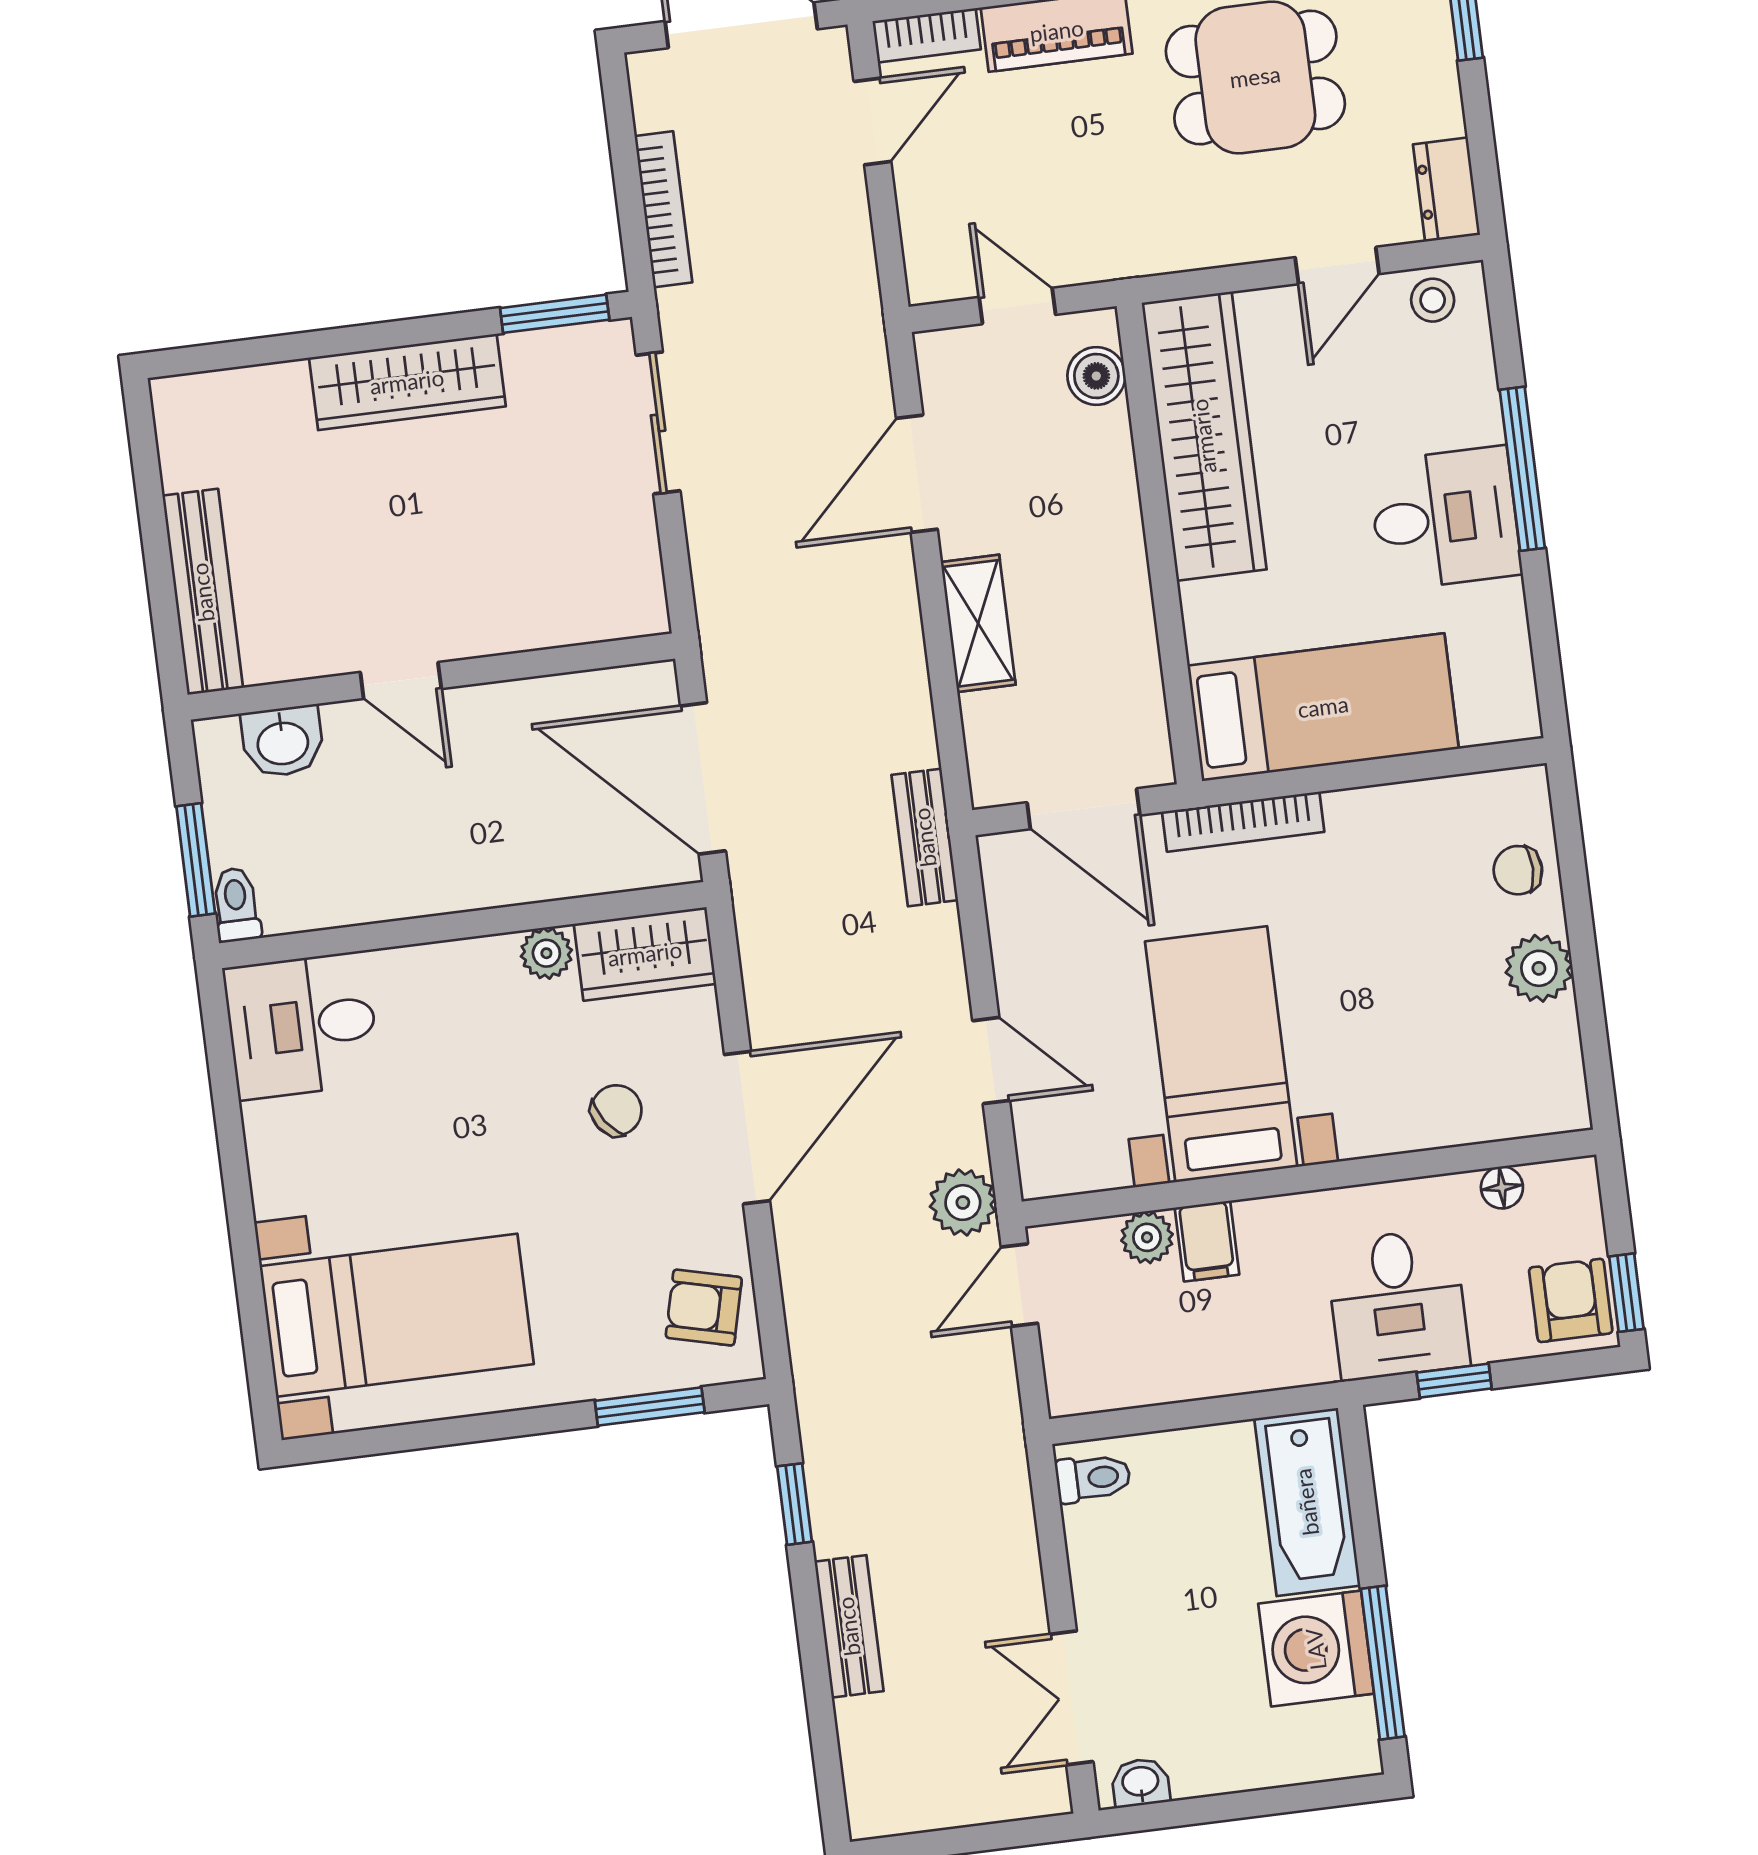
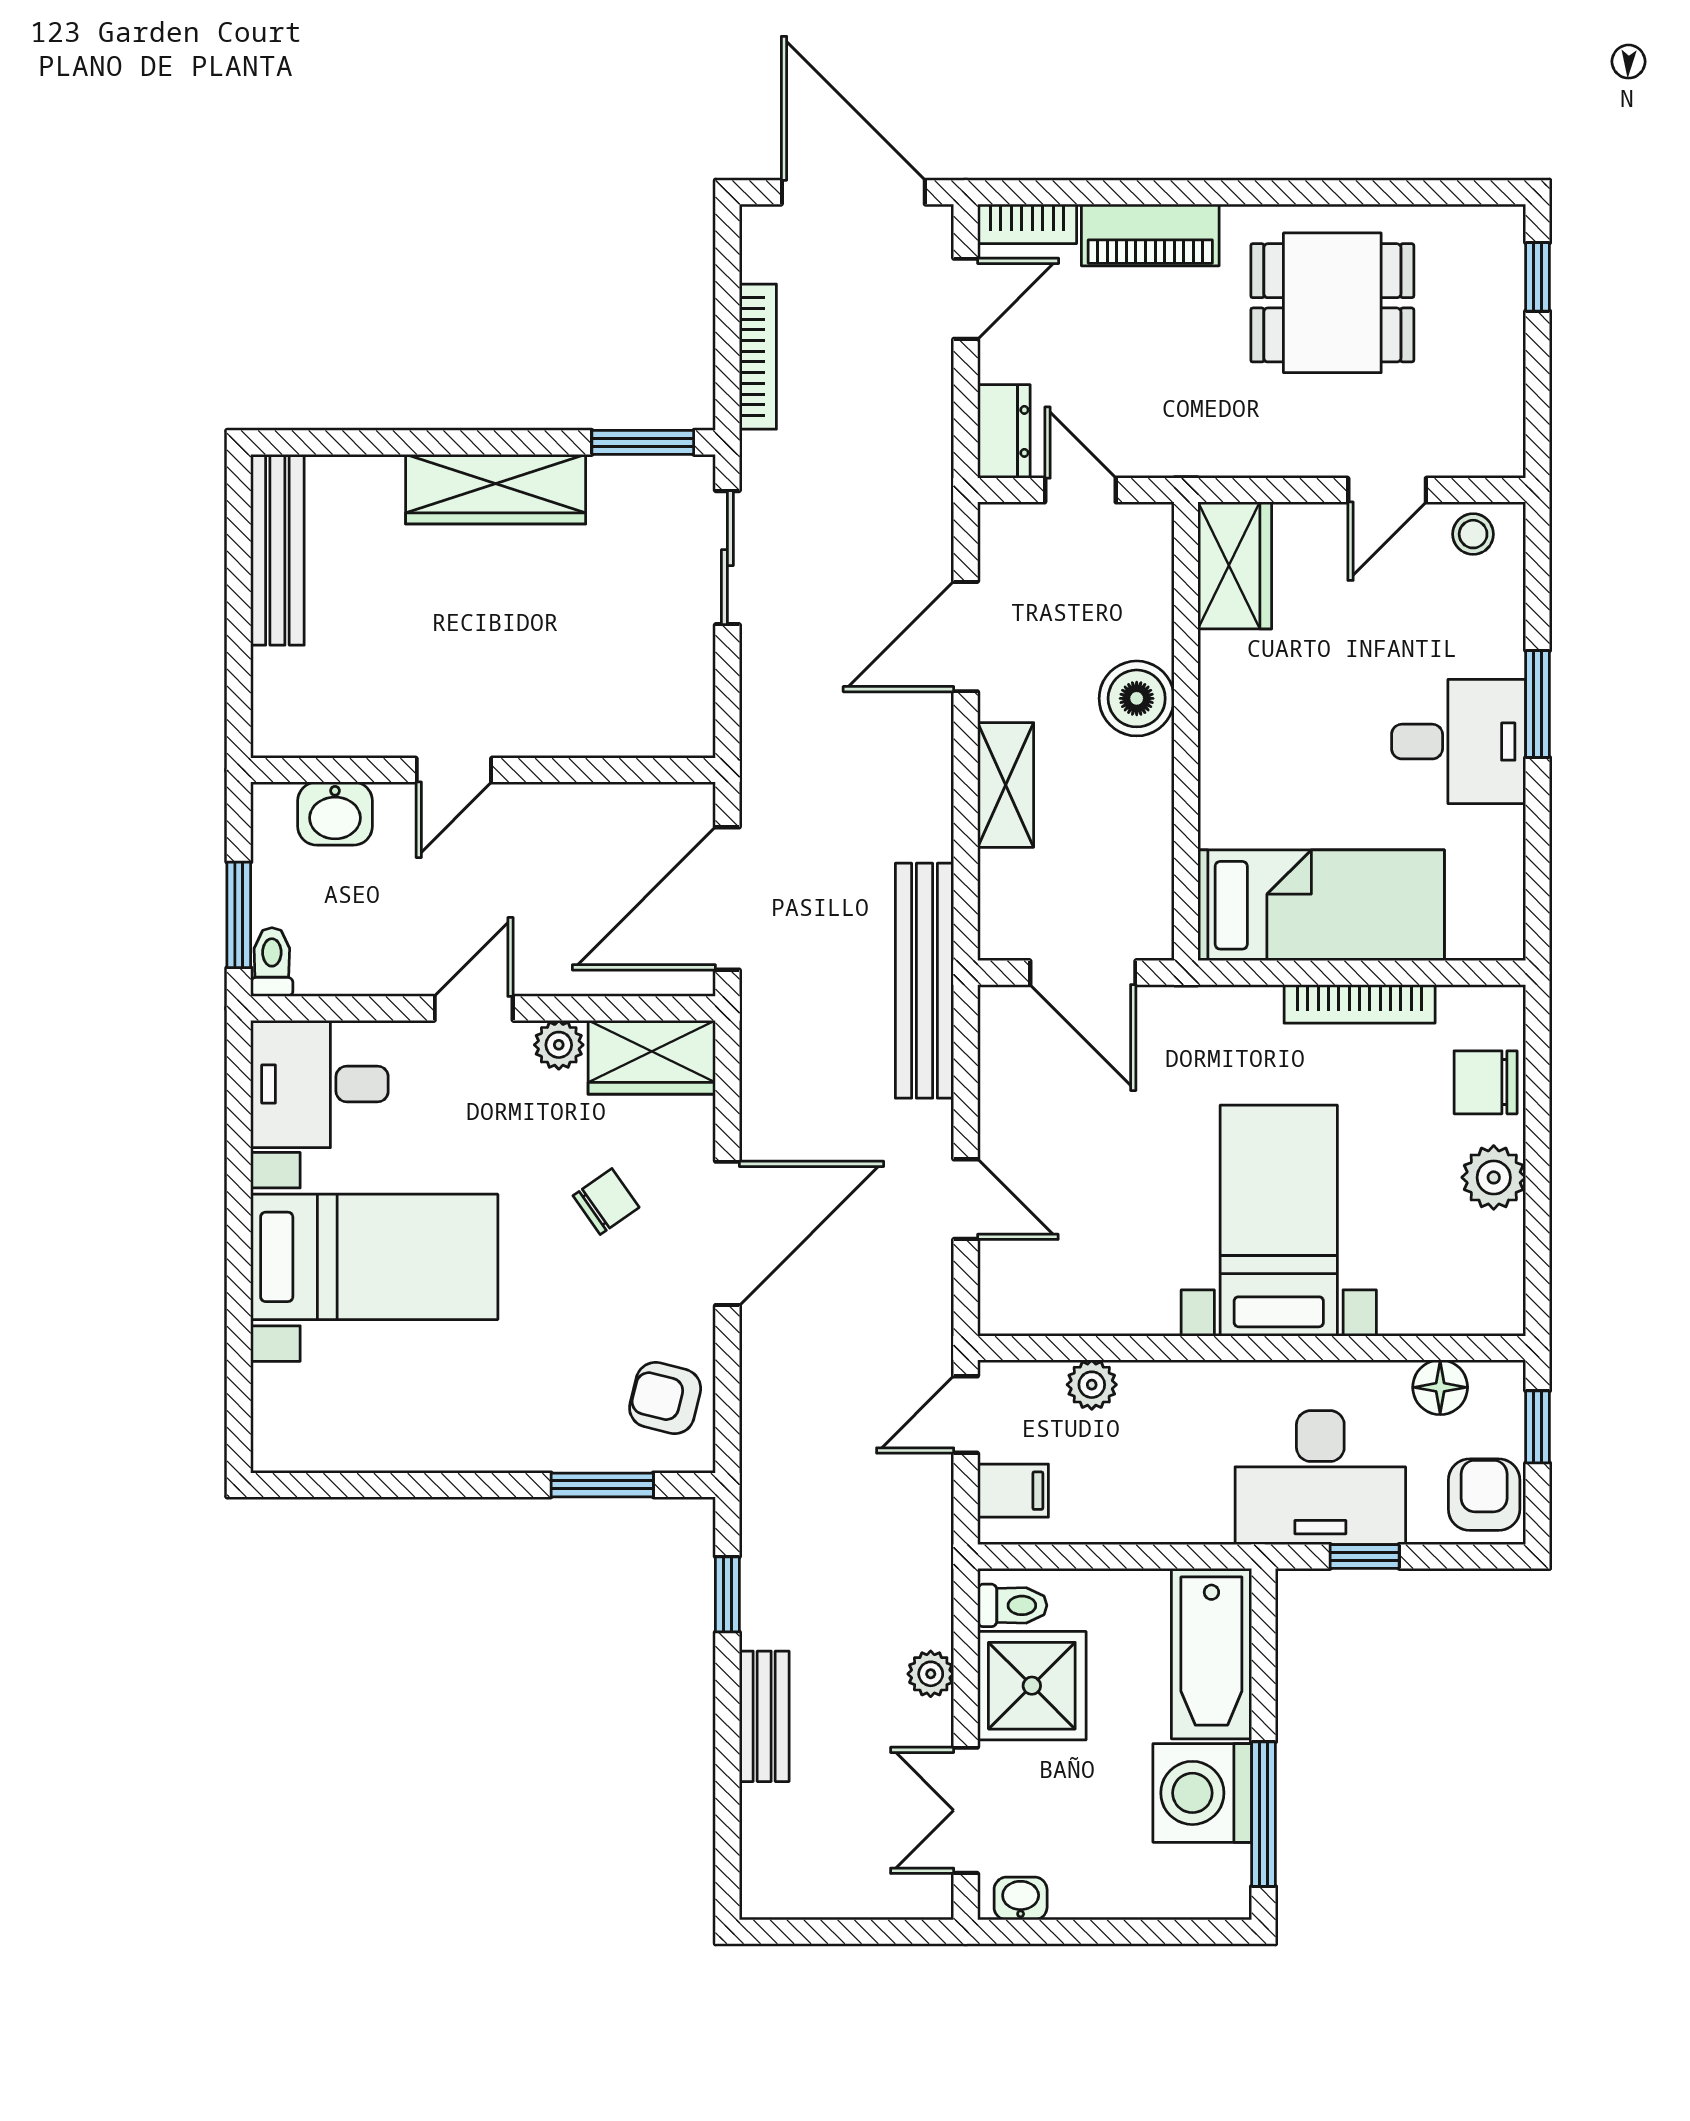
dresser: (1447, 190) -> (1004, 431), moved, turned 180
boiler: (1096, 376) -> (1137, 698), moved, width x1.36, depth x1.36
wardrobe: (1204, 436) -> (1235, 565), width x0.48, depth x0.85
window: (1522, 469) -> (1538, 704), width x0.69
bench: (203, 592) -> (277, 550), moved
door: (401, 680) -> (454, 770), hinge flipped
door: (703, 778) -> (727, 898), hinge flipped
bookcase: (1243, 822) -> (1360, 1004), moved
bench: (925, 837) -> (924, 981), width x1.86, depth x1.21
chair: (1518, 870) -> (1486, 1082), width x1.37, depth x1.37
door: (453, 926) -> (474, 1008), added
bed with nightstands: (1221, 1054) -> (1279, 1221), moved
floor lamp: (1502, 1187) -> (1440, 1387), width x1.37, depth x1.37
plant: (963, 1203) -> (931, 1674), moved, width x0.73, depth x0.73
filing cabinet: (1207, 1241) -> (1013, 1491), moved, turned -90
window: (1626, 1293) -> (1538, 1427), moved
desk: (1398, 1304) -> (1320, 1478), width x1.37
bed with nightstands: (397, 1315) -> (374, 1257), moved
shower: (1124, 1559) -> (1032, 1686), added

